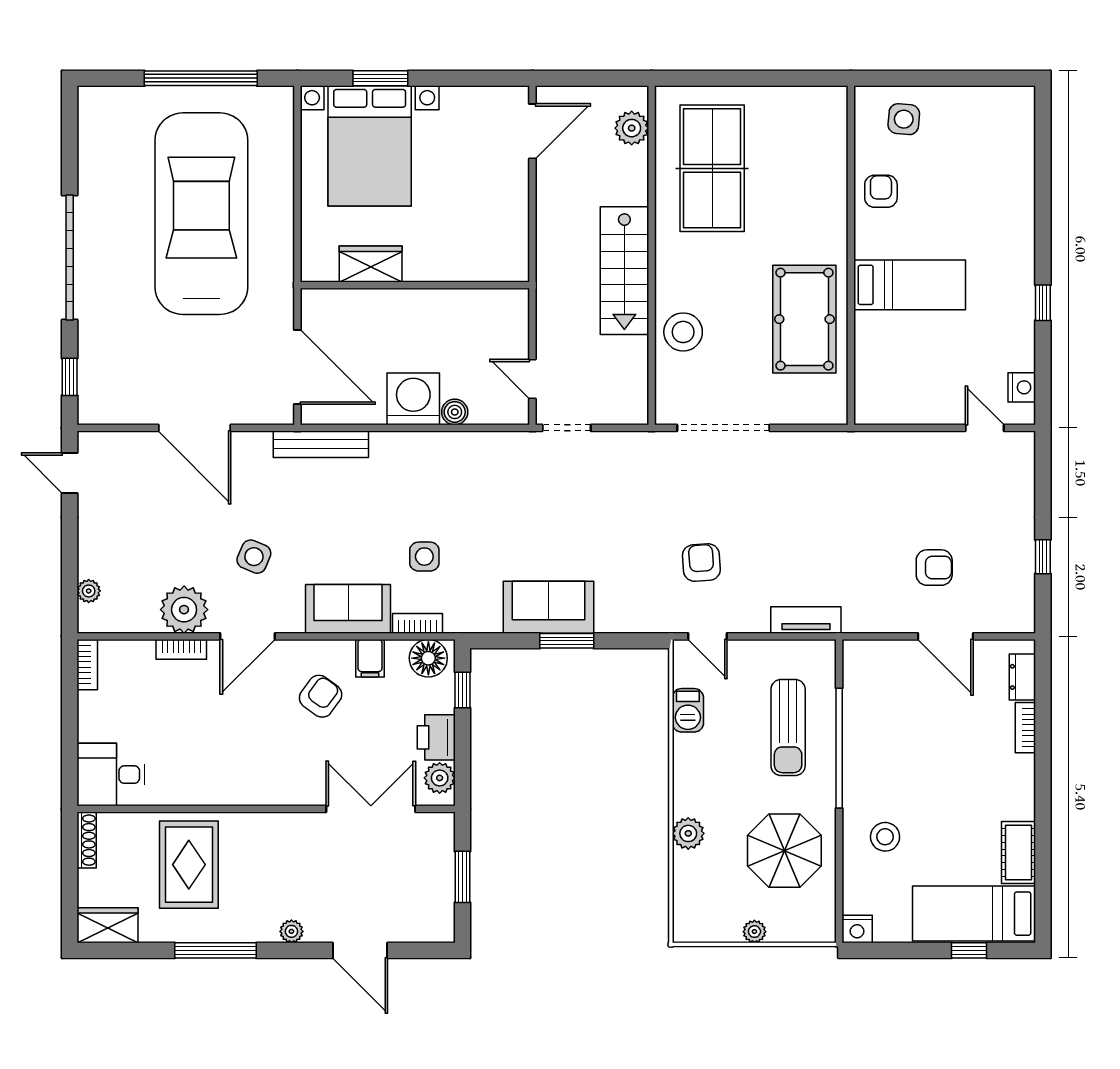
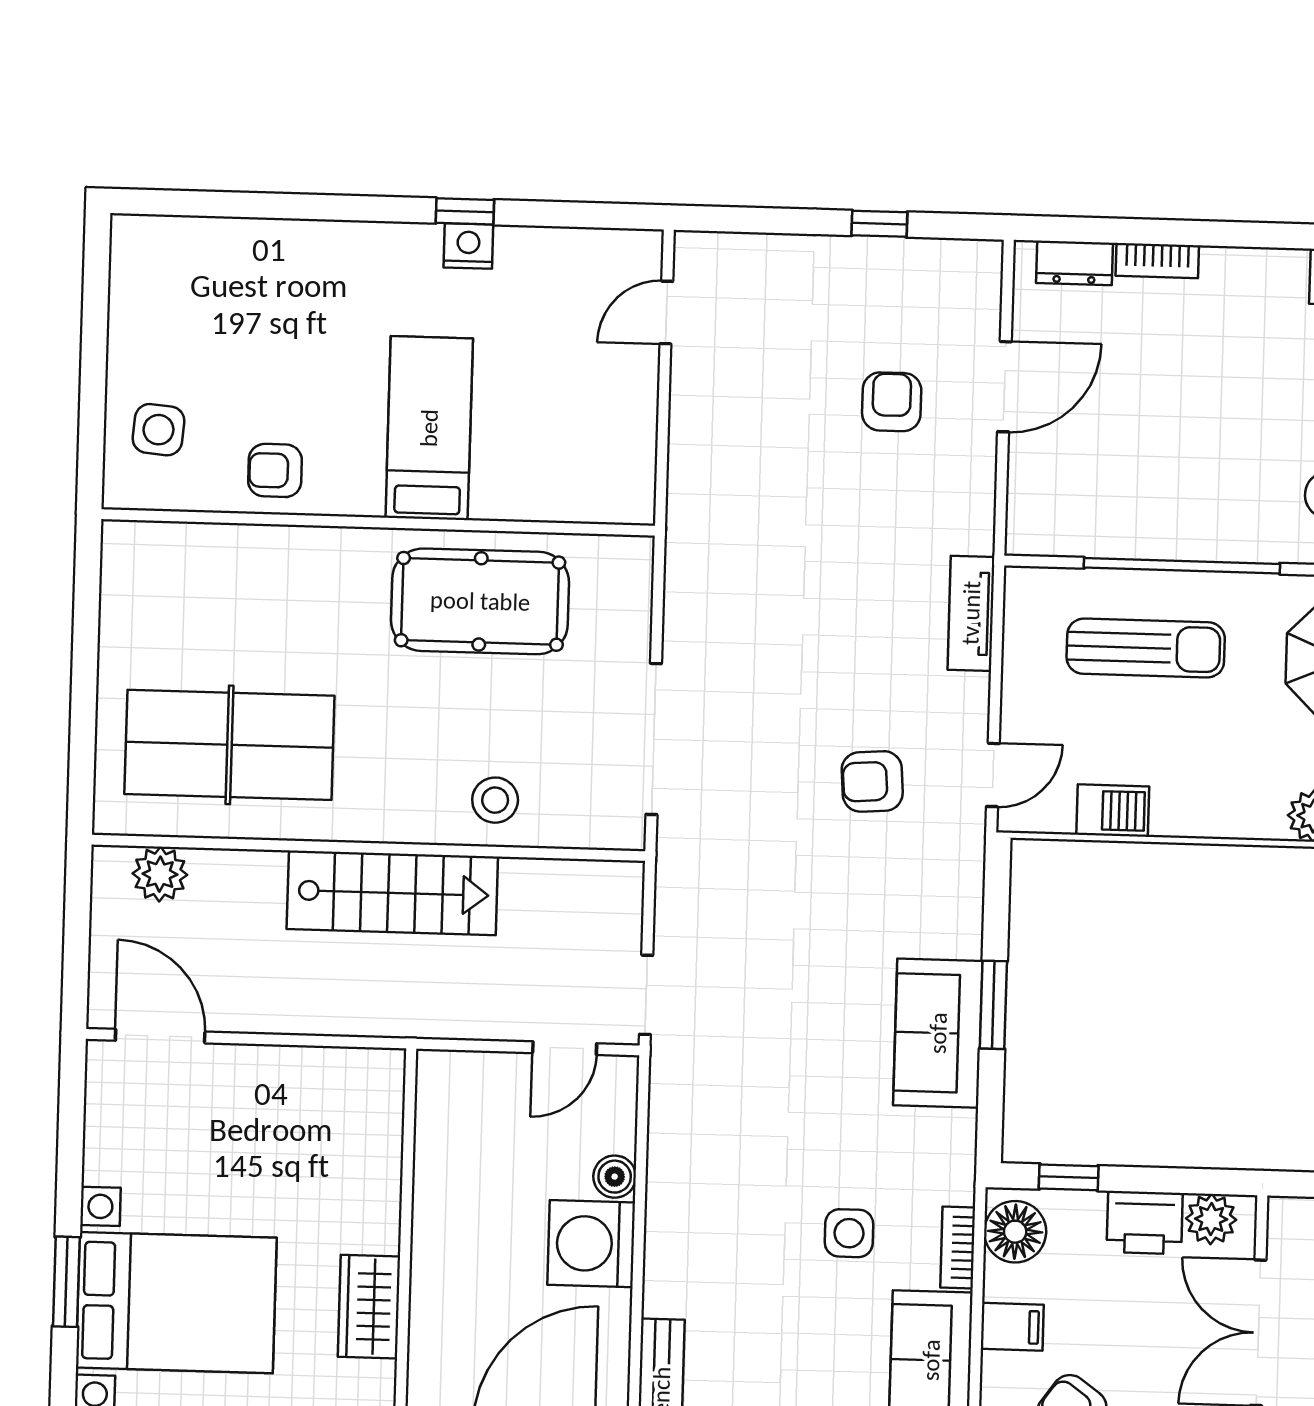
stool: (683, 332) -> (495, 800), width x0.73, depth x0.73
nightstand: (1022, 387) -> (468, 246), moved

